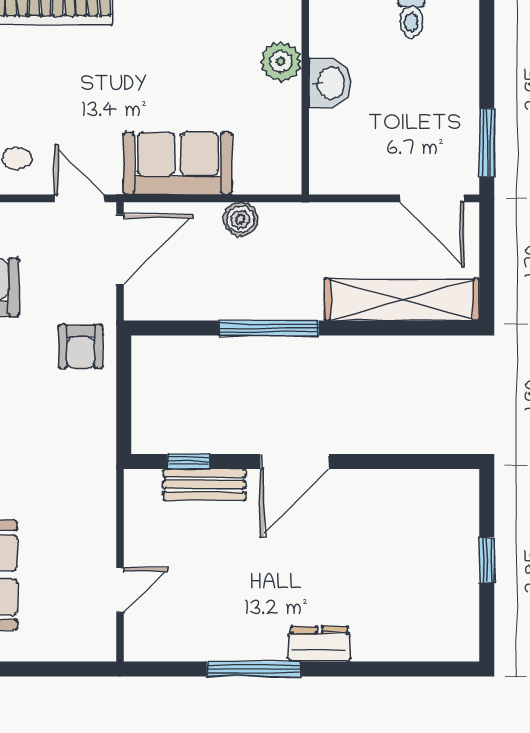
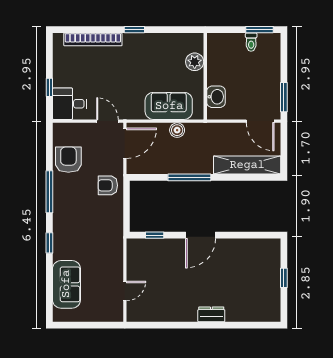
washbasin: (330, 83) -> (216, 97), moved
sofa: (178, 163) -> (169, 106), moved
armchair: (81, 347) -> (108, 185), turned 90
bench: (204, 485) -> (161, 245), removed
window: (254, 669) -> (183, 325), removed

